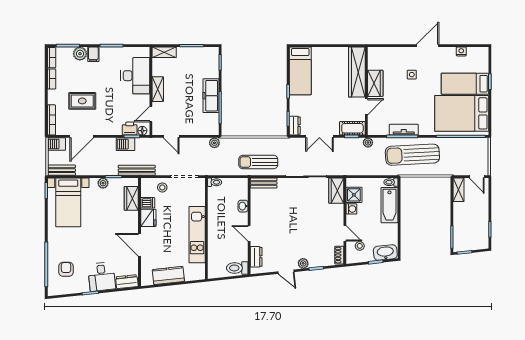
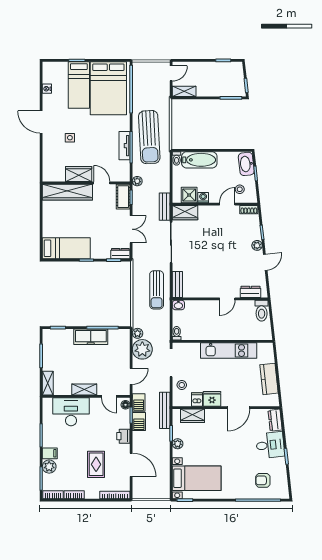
printer: (130, 129) -> (123, 436), moved
barbecue: (56, 144) -> (139, 402), moved
plant: (198, 148) -> (142, 349), added
bench: (61, 170) -> (165, 207), moved
washbasin: (243, 206) -> (178, 305), moved

